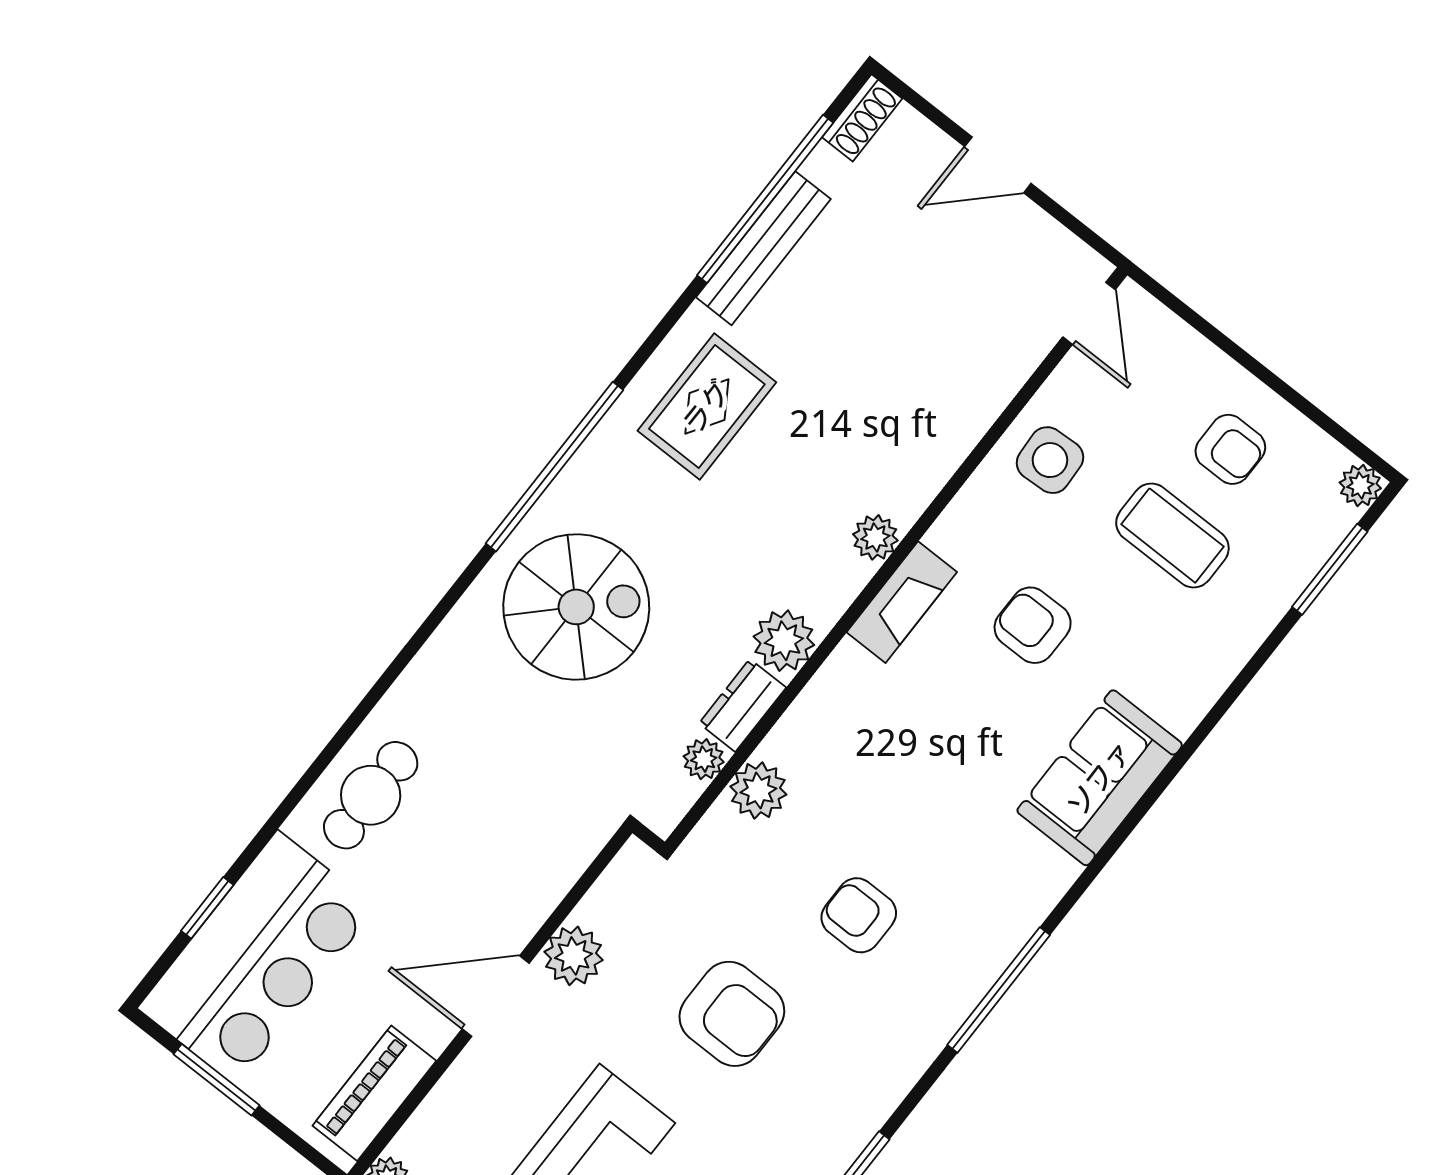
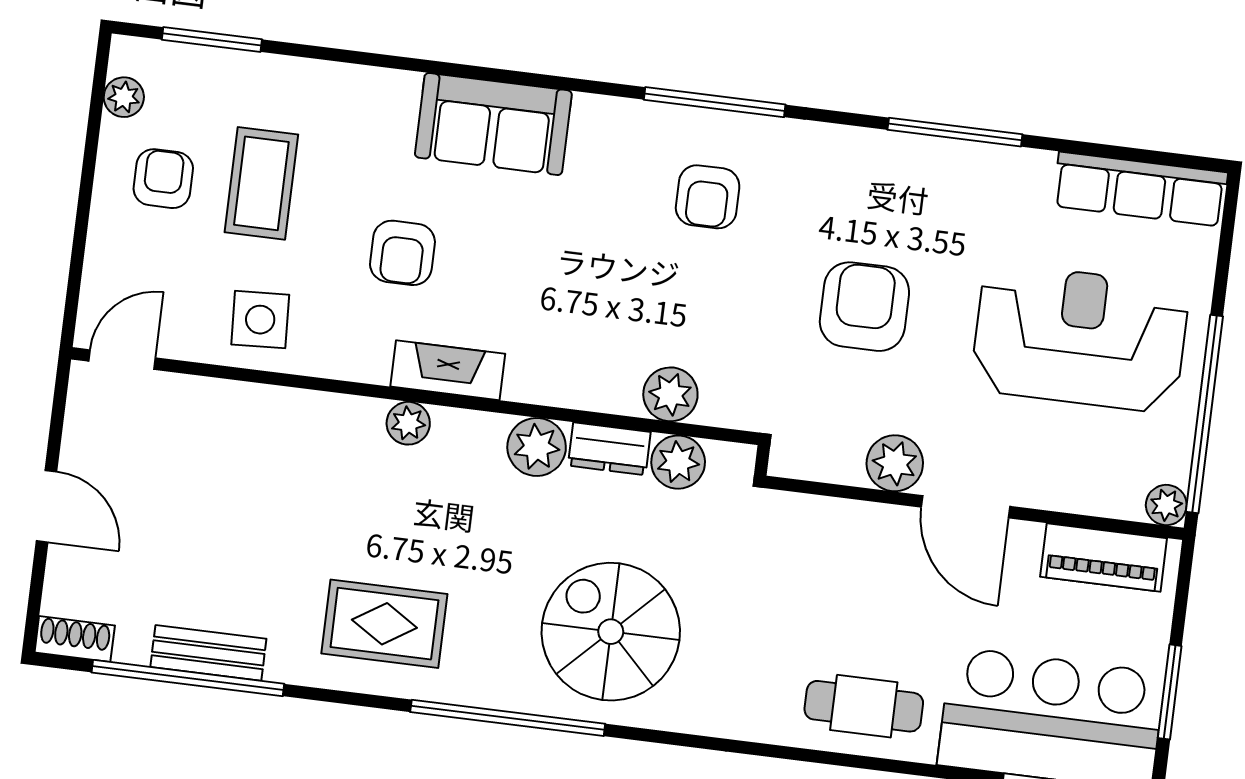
bench: (763, 248) -> (208, 653), width x0.73
plant: (1360, 485) -> (124, 97), moved
plant: (704, 759) -> (678, 462), width x1.38, depth x1.38
armchair: (859, 915) -> (708, 197), moved

